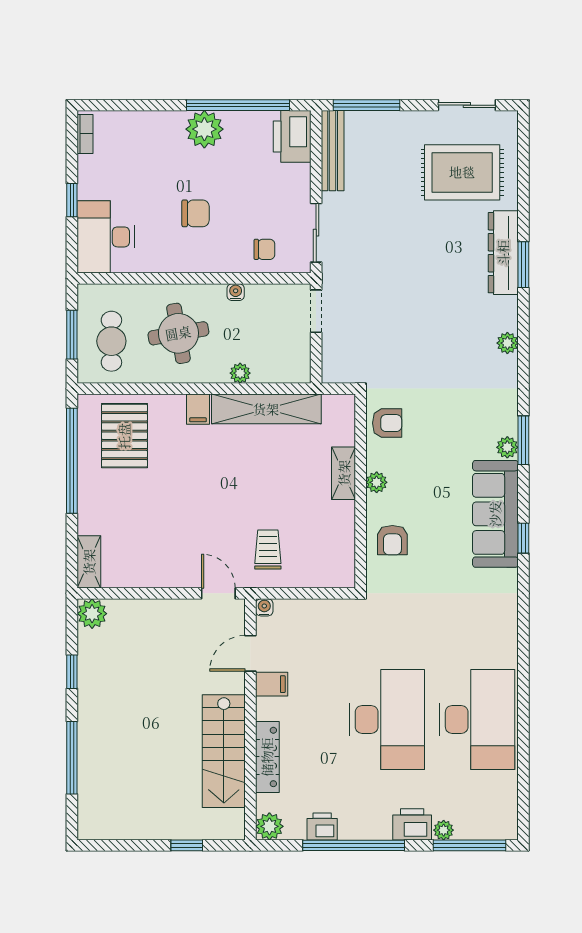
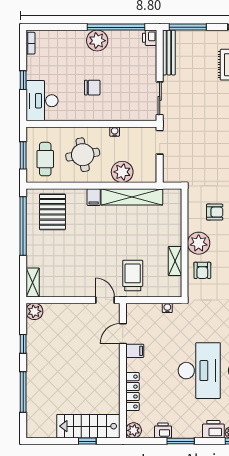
printer: (292, 136) -> (150, 38), width x0.53, depth x0.68
chair: (264, 249) -> (131, 108), removed
plant: (240, 373) -> (122, 172), width x1.87, depth x1.87
armchair: (387, 423) -> (215, 212), moved
shelving: (344, 473) -> (175, 261), moved
plant: (377, 482) -> (199, 243), width x1.88, depth x1.88
trolley: (268, 549) -> (133, 276), width x1.36, depth x1.39
water cooler: (264, 607) -> (167, 308), moved
stairs: (224, 751) -> (88, 426), moved, turned 90
window: (354, 845) -> (181, 441), width x0.47

